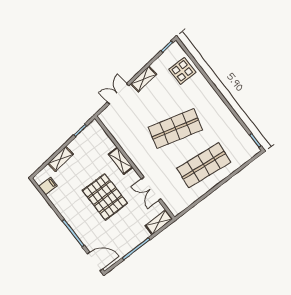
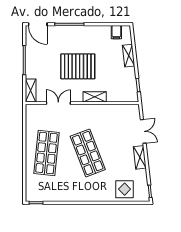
shop shelf: (175, 128) -> (88, 153), turned -36
door: (95, 261) -> (38, 24), hinge flipped

